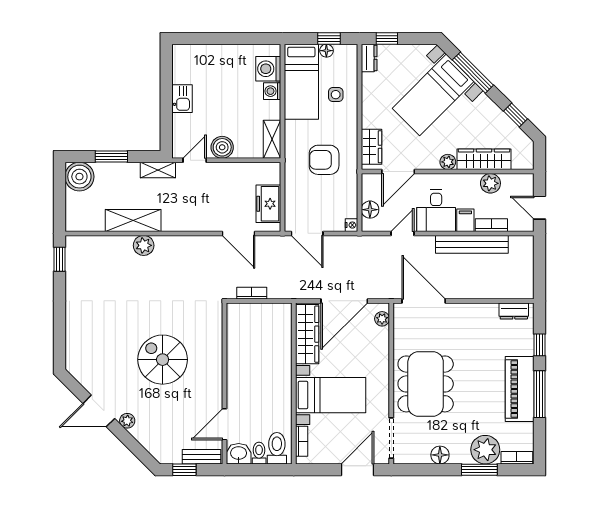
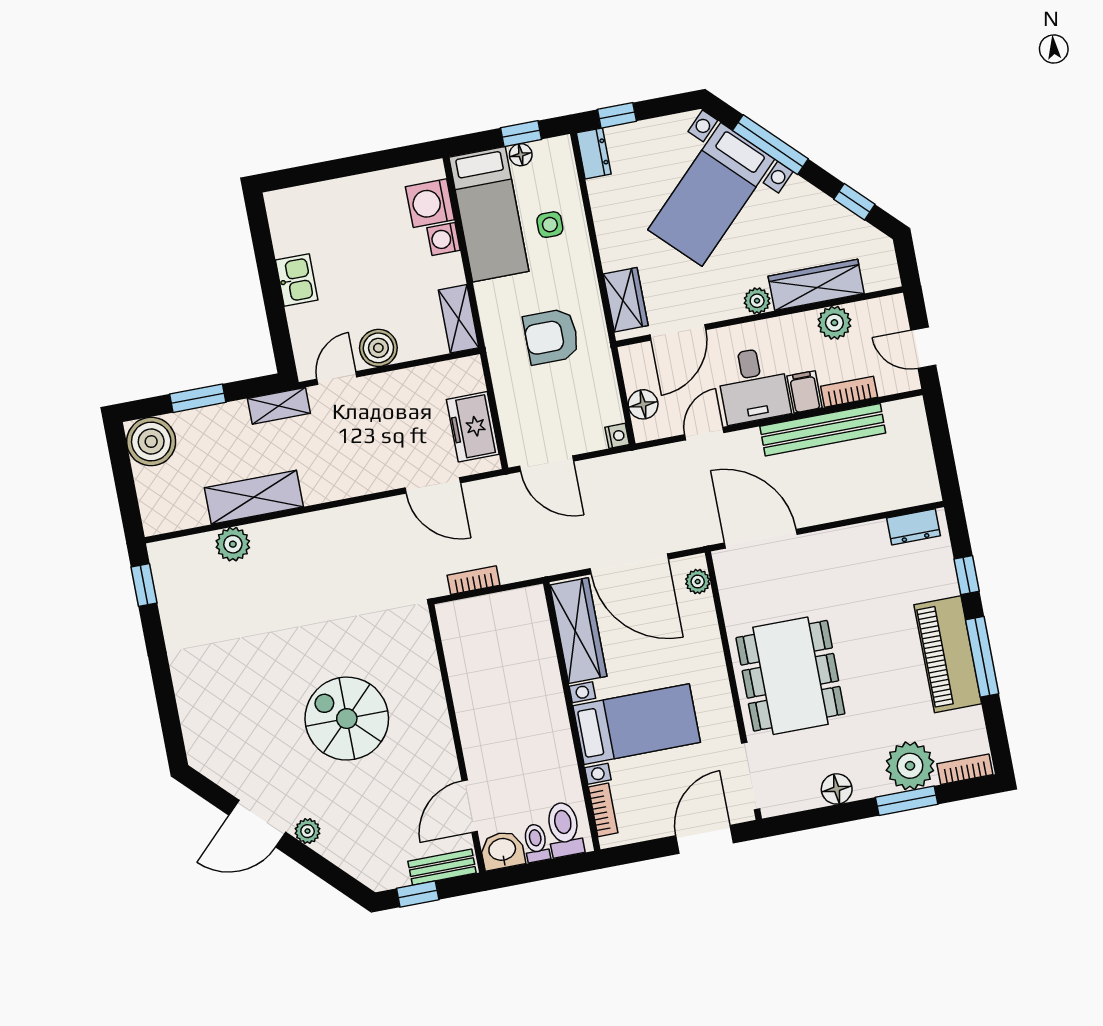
plant: (144, 245) -> (233, 544), moved
door: (344, 301) -> (629, 564), hinge flipped

